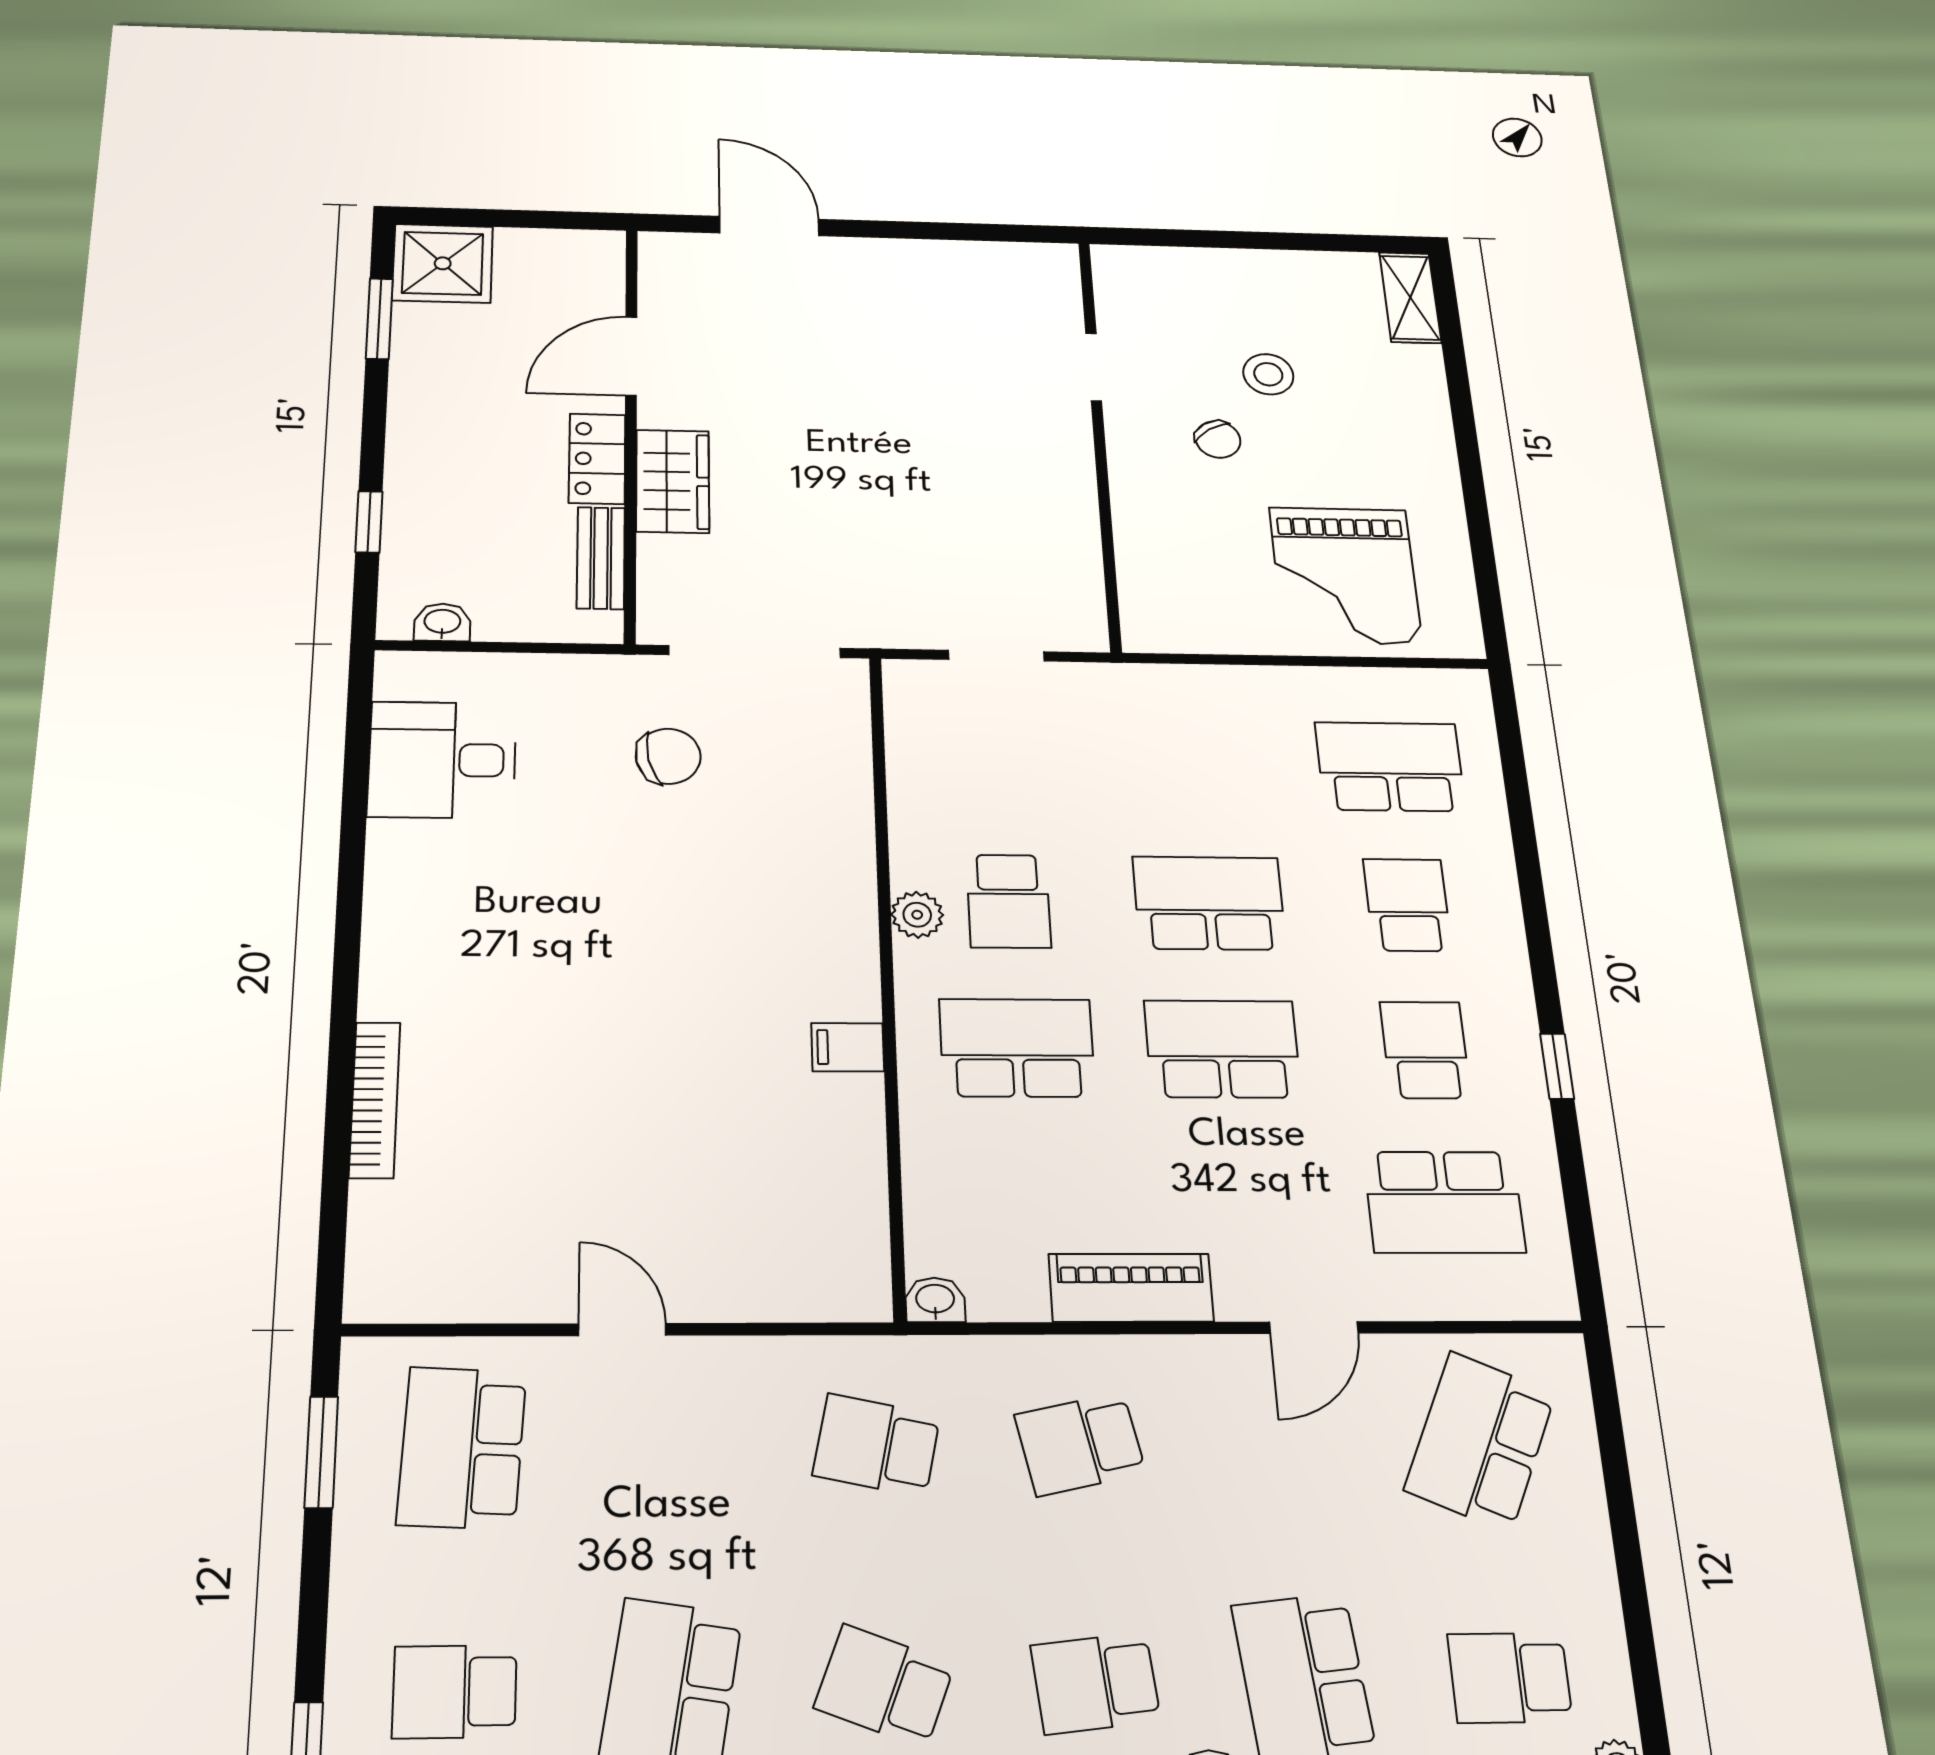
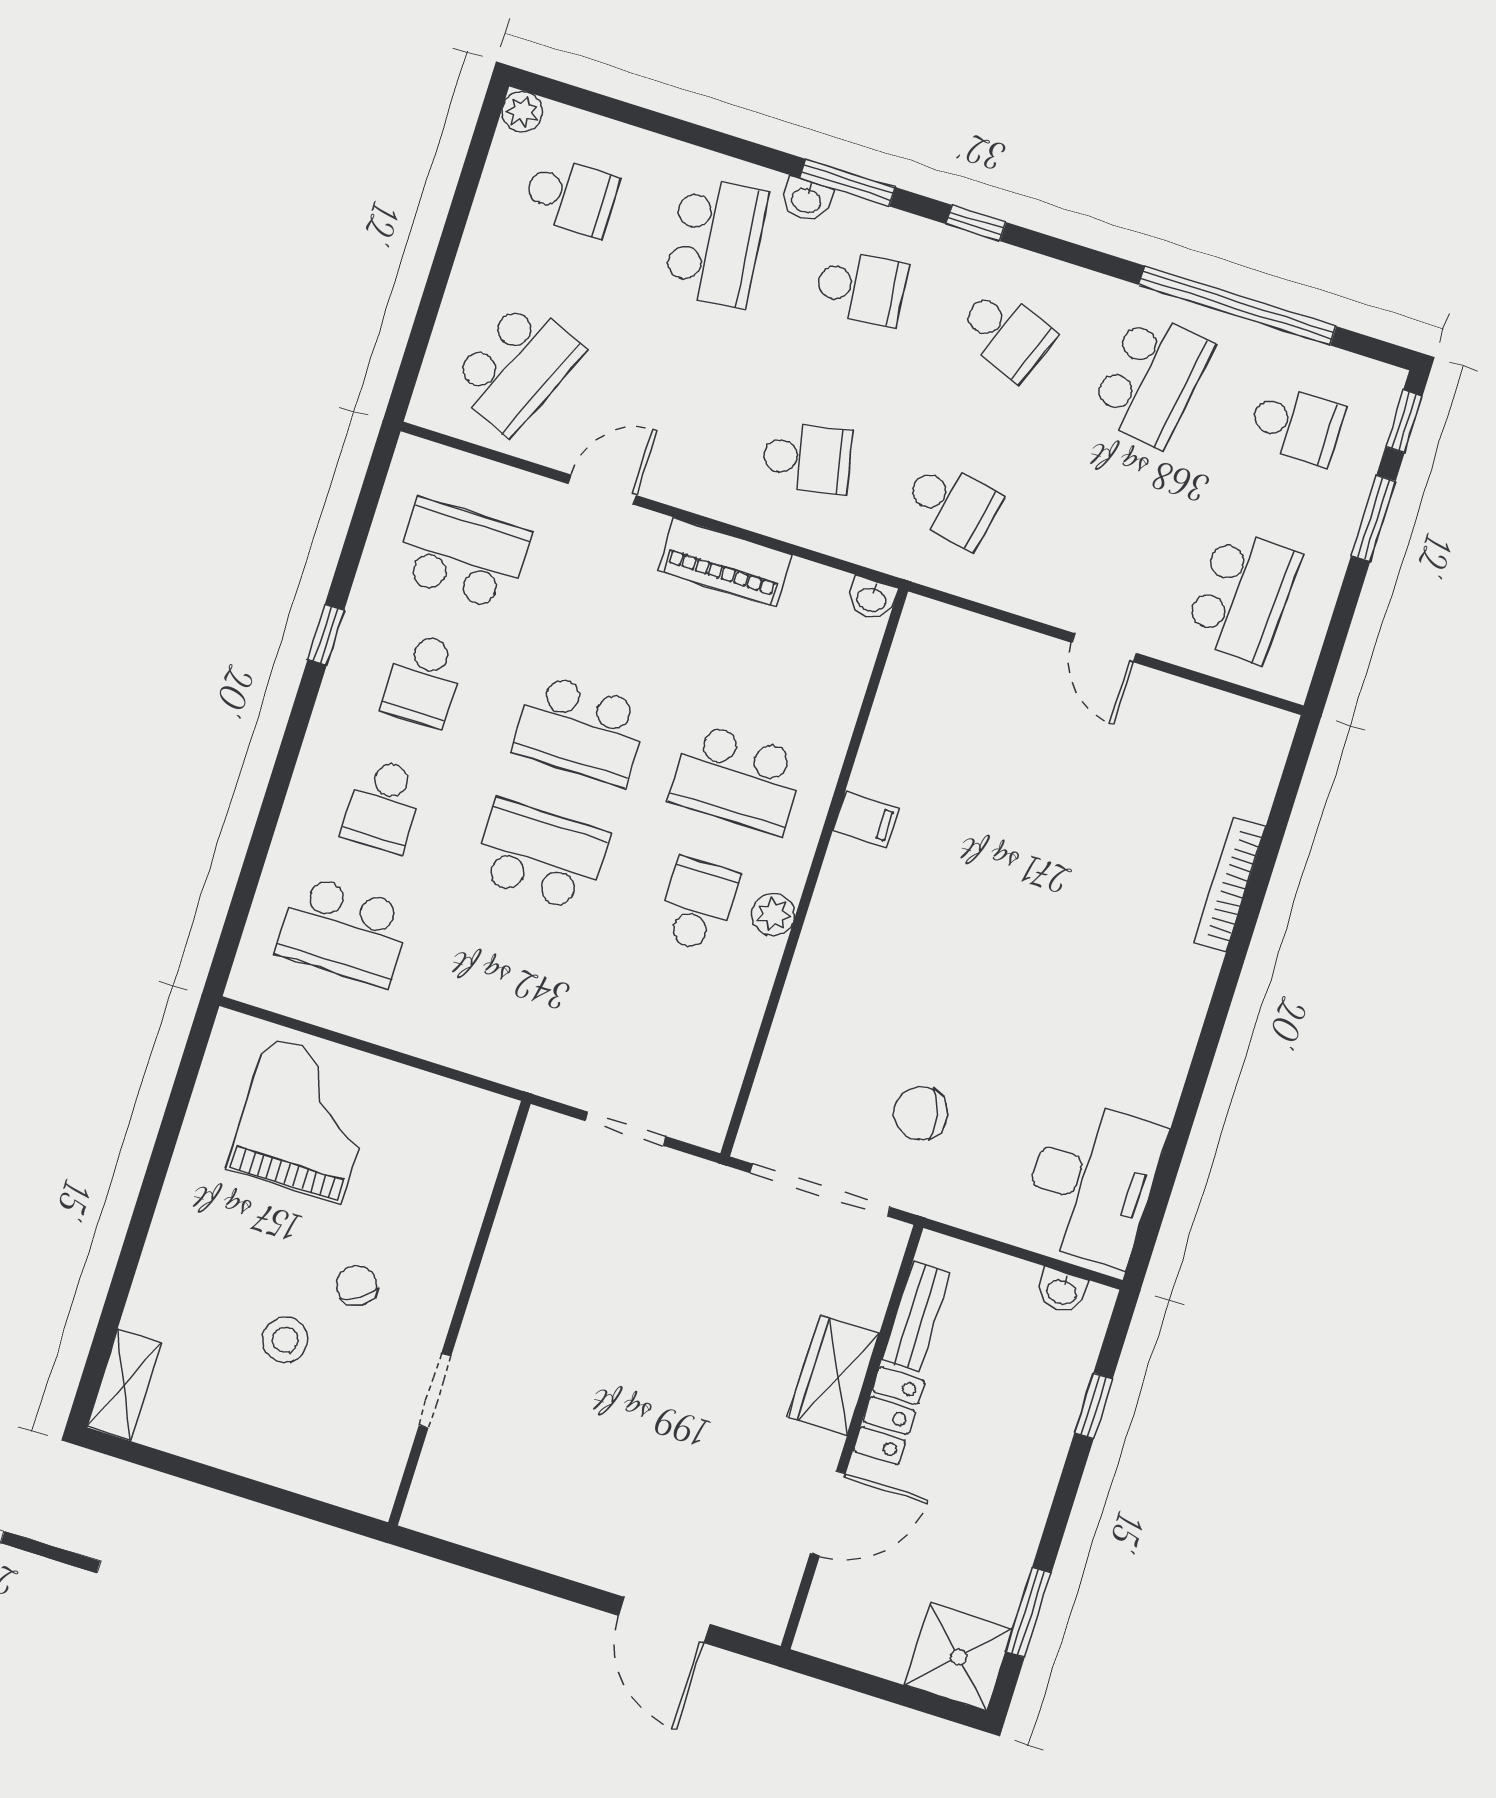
desk: (442, 760) -> (1092, 1182), width x1.37
school desk: (1209, 903) -> (541, 855), turned 180
window: (321, 1452) -> (1373, 518), moved

